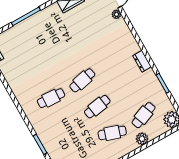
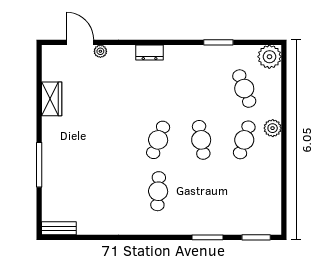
dresser: (142, 61) -> (150, 53), moved
cafe table: (82, 80) -> (158, 140), turned 33
plant: (142, 139) -> (273, 128), moved

